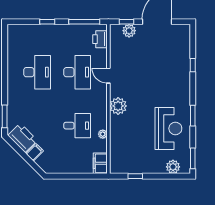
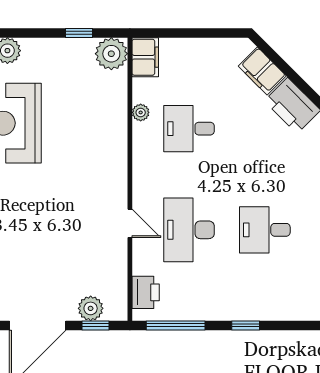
desk: (37, 72) -> (265, 230), width x0.73
plant: (118, 106) -> (111, 54), moved
filing cabinet: (35, 152) -> (262, 71), width x2.00

